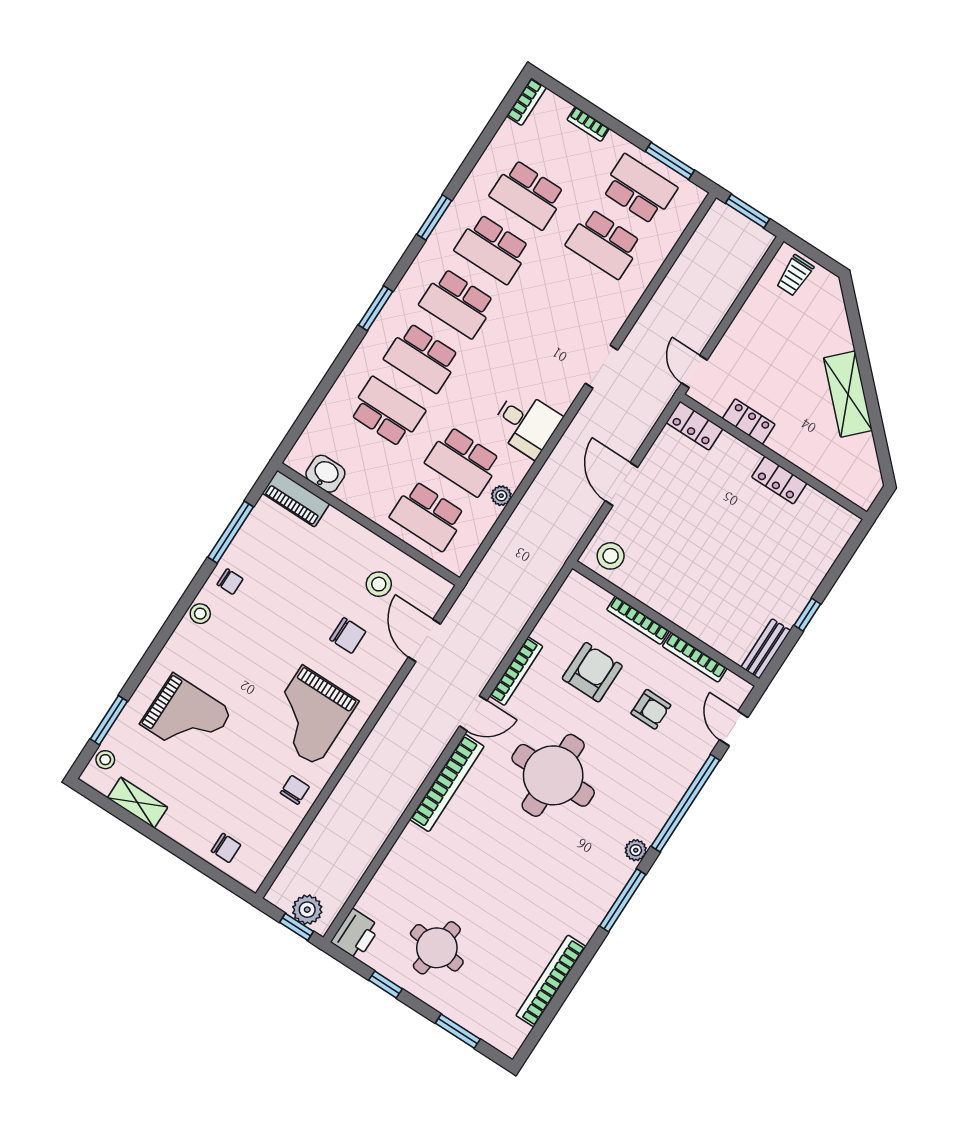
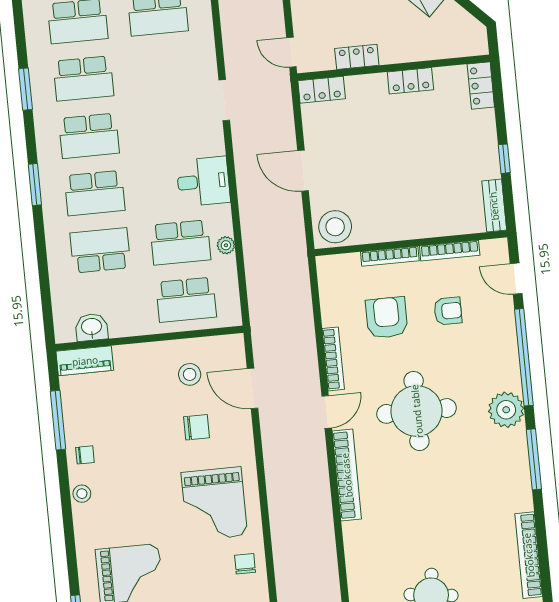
locker: (838, 534) -> (481, 86), added
stool: (611, 556) -> (335, 227), width x1.38, depth x1.38
plant: (636, 850) -> (506, 410), width x1.87, depth x1.87

